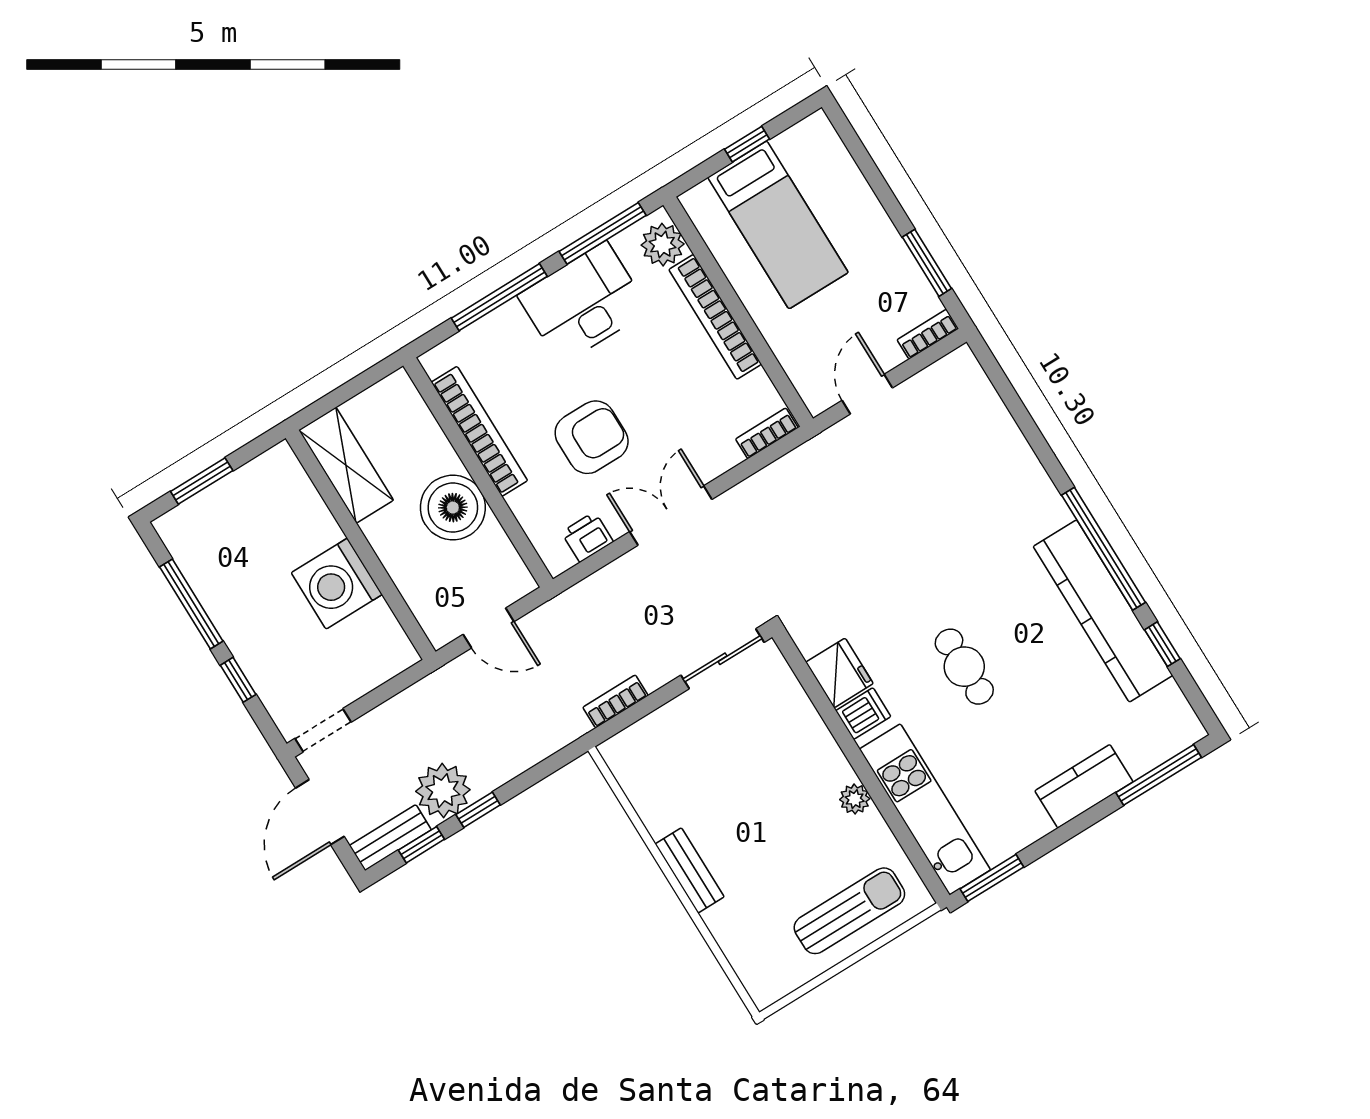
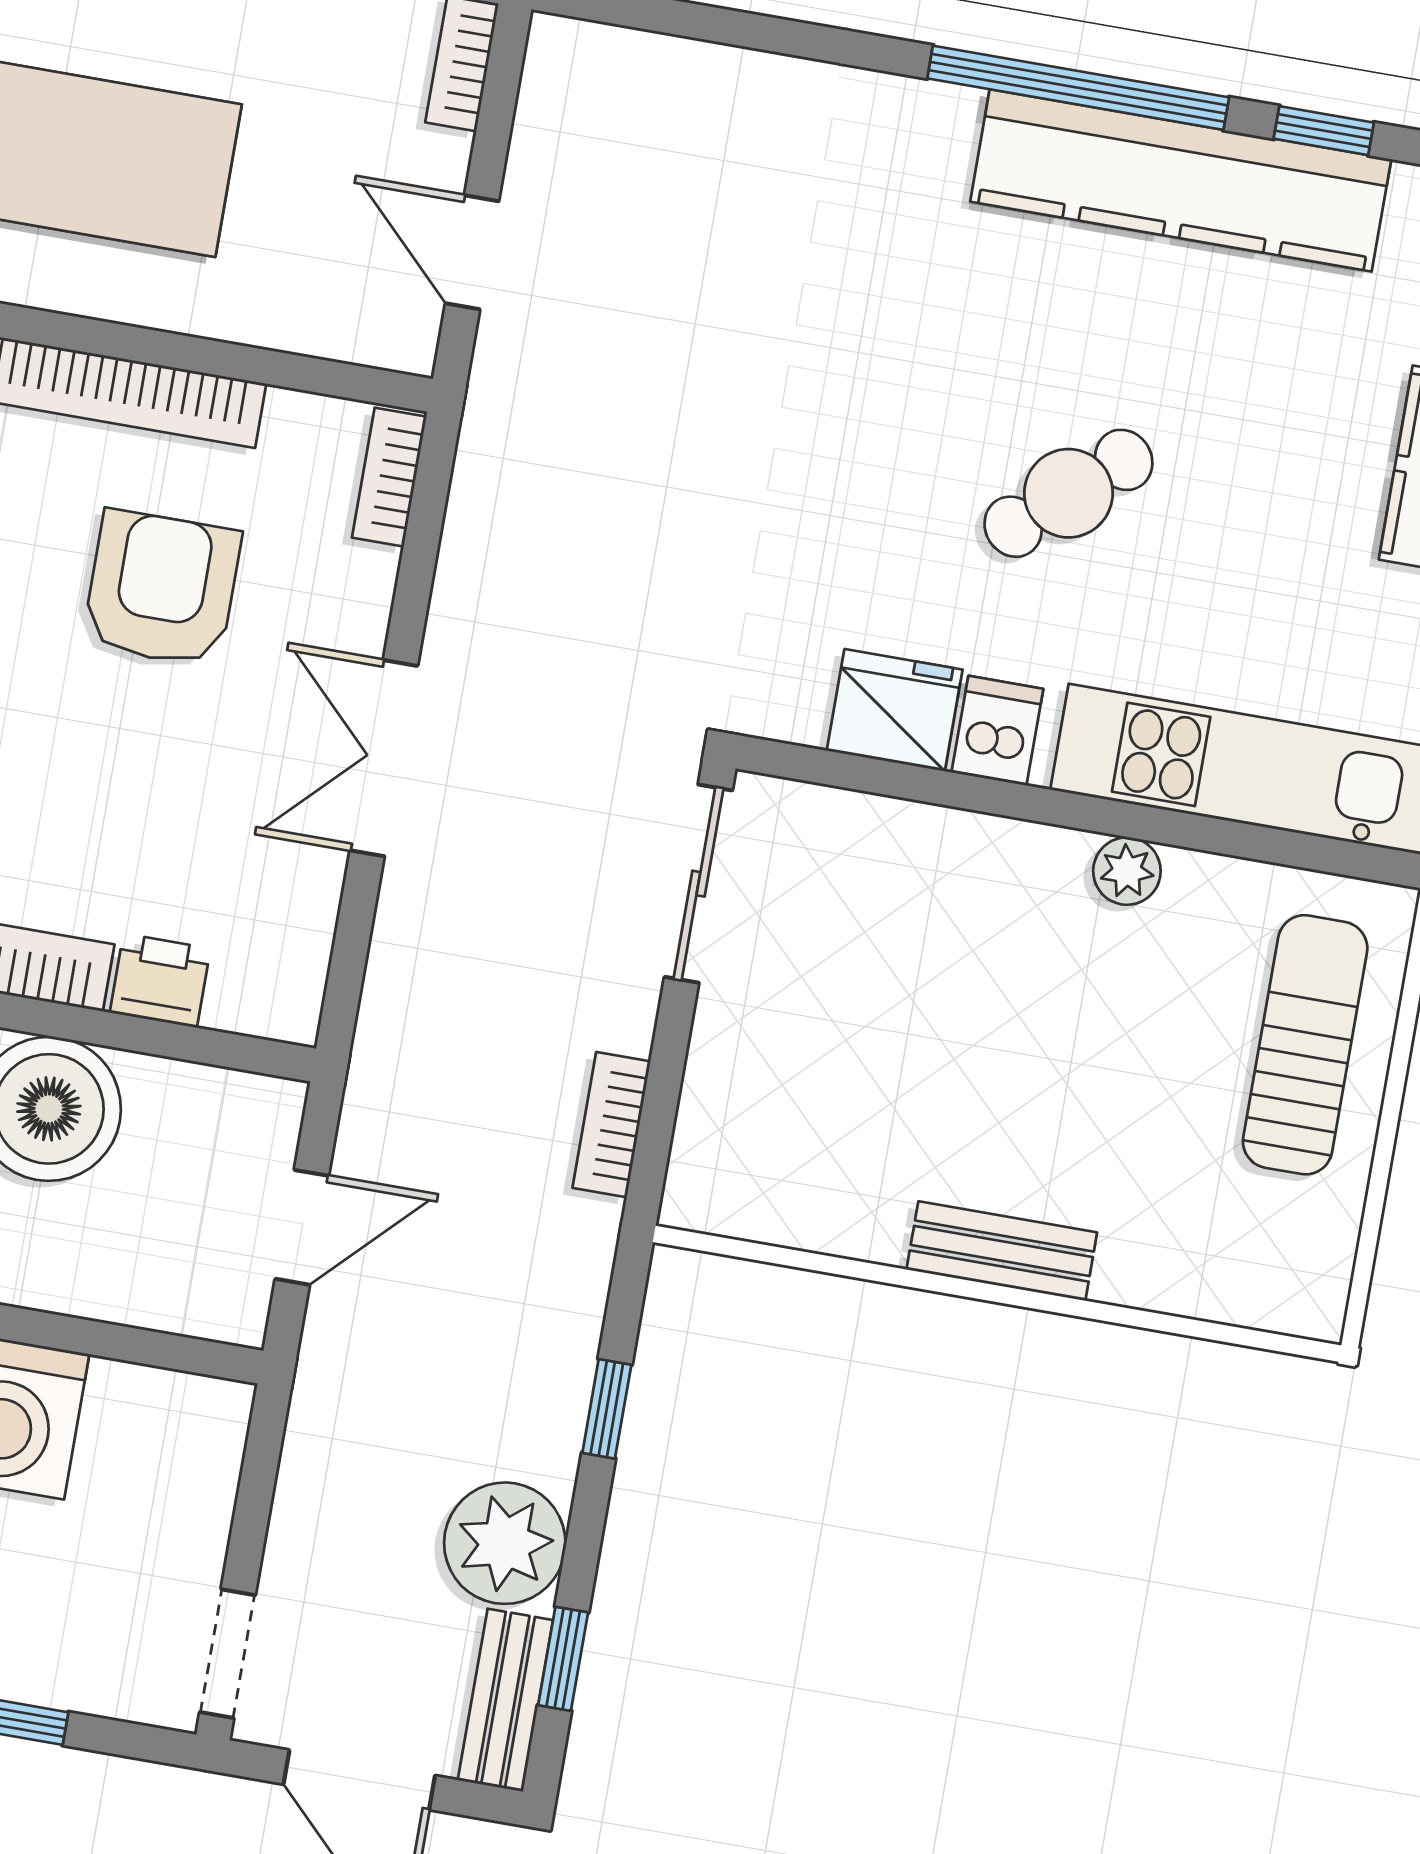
armchair: (592, 437) -> (162, 588), moved
printer: (587, 537) -> (160, 981), moved, turned 90
cafe table: (964, 667) -> (1068, 493), turned -41
window: (478, 810) -> (607, 1409), moved

